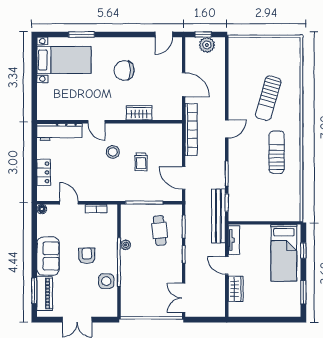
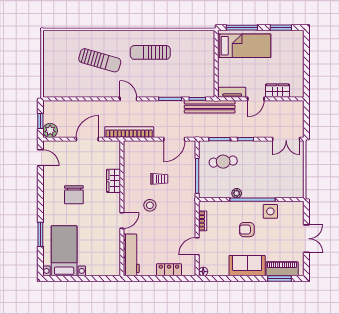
plant: (207, 45) -> (50, 130), moved
window: (303, 250) -> (242, 28), width x2.17

